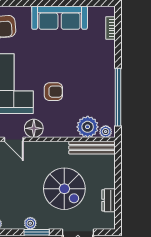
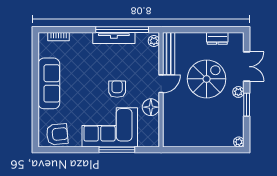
tv unit: (109, 88) -> (114, 38), added
plant: (88, 127) -> (149, 58), removed
door: (14, 139) -> (161, 84), moved
plant: (30, 223) -> (238, 92), moved

